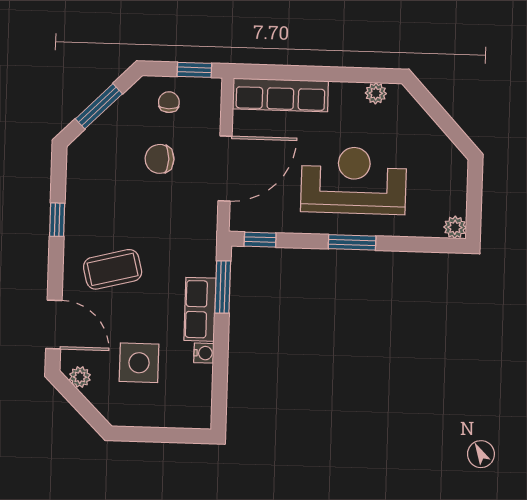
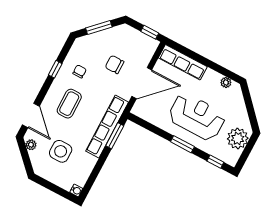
chair: (169, 102) -> (80, 71), moved
plant: (455, 227) -> (238, 138), moved, width x1.88, depth x1.88
window: (260, 240) -> (215, 162), moved
coffee table: (113, 269) -> (69, 104), turned -76
row of seats: (200, 309) -> (107, 127), width x2.02
water cooler: (204, 353) -> (76, 190), moved

